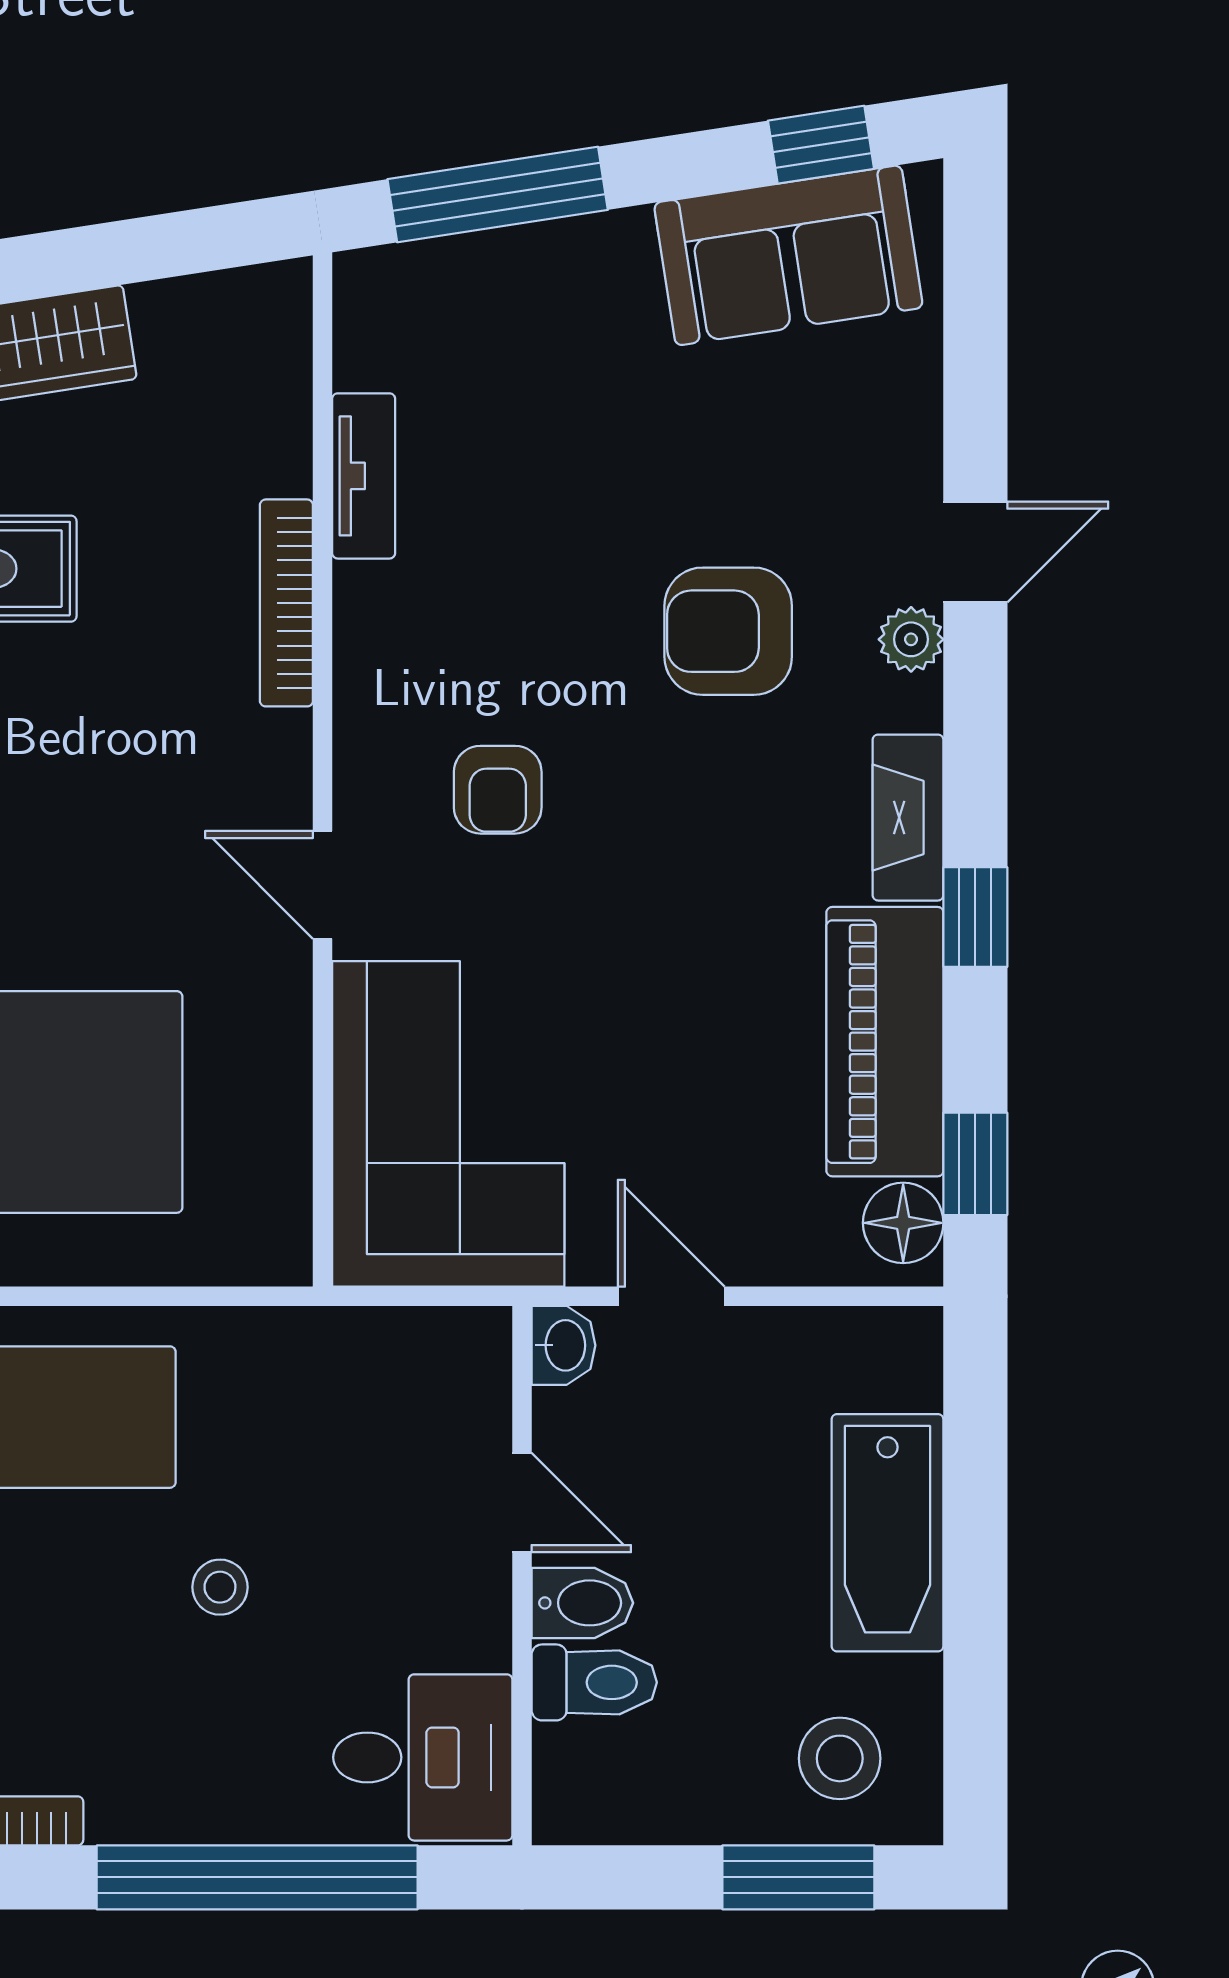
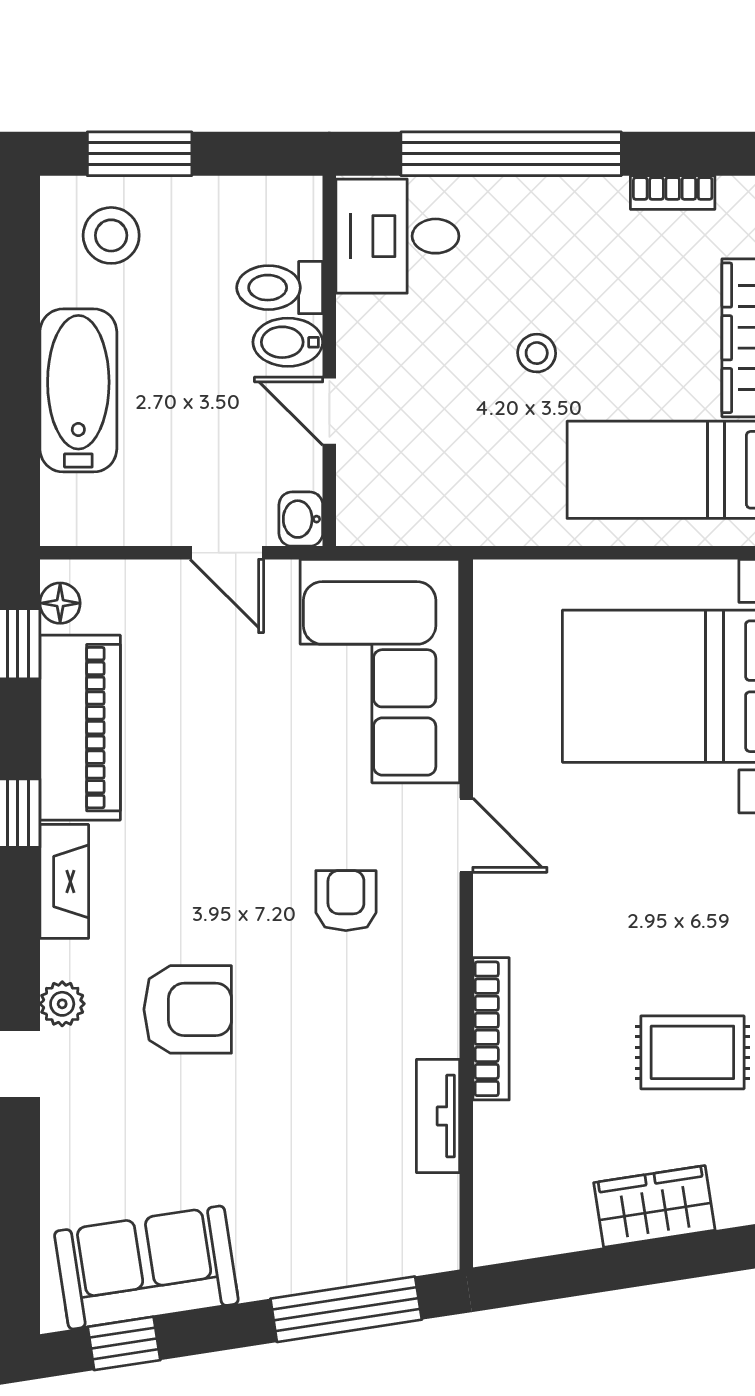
floor lamp: (903, 1223) -> (60, 603), width x0.73, depth x0.73

